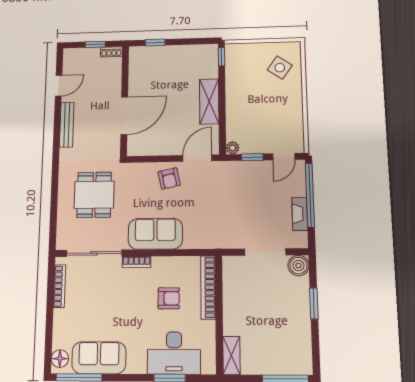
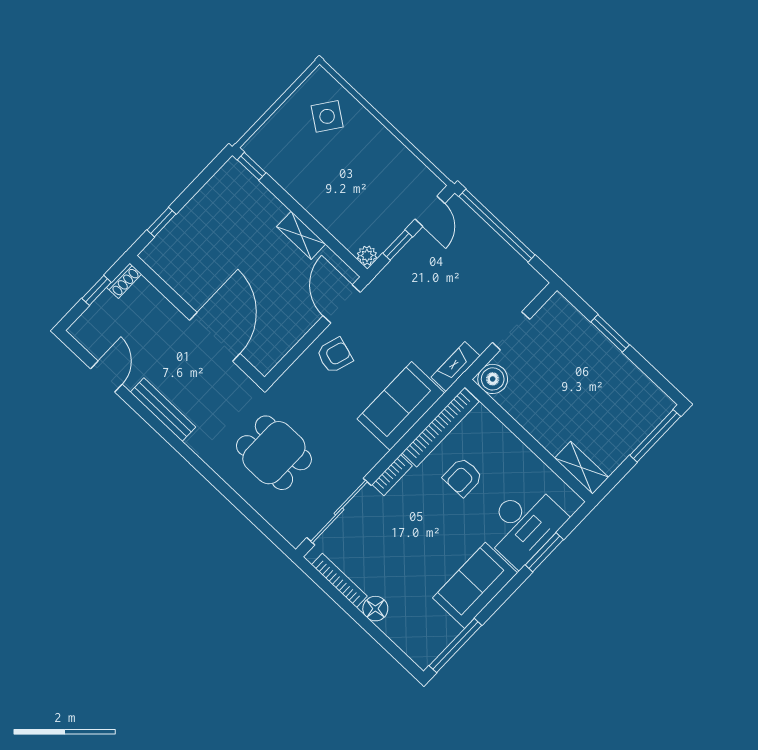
shelving: (209, 101) -> (301, 235), width x0.67, depth x0.75
armchair: (169, 178) -> (335, 355), turned -61
fireplace: (300, 214) -> (456, 367), moved, turned 90
sofa: (155, 234) -> (401, 406), moved
doorway: (265, 252) -> (511, 331), width x0.73
boiler: (298, 266) -> (493, 379), moved
bookcase: (208, 287) -> (440, 427), moved, turned -90
armchair: (169, 298) -> (463, 477), turned 180
sofa: (99, 358) -> (475, 585), moved
floor lamp: (60, 359) -> (375, 609), moved

